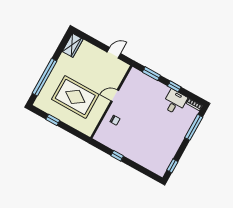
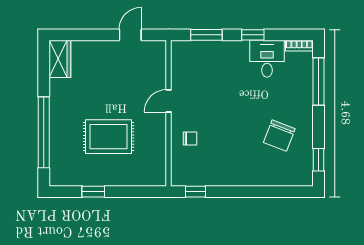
rug: (75, 97) -> (109, 137), width x0.73, depth x0.69
chair: (160, 143) -> (279, 136), added
window: (117, 156) -> (195, 192), moved

